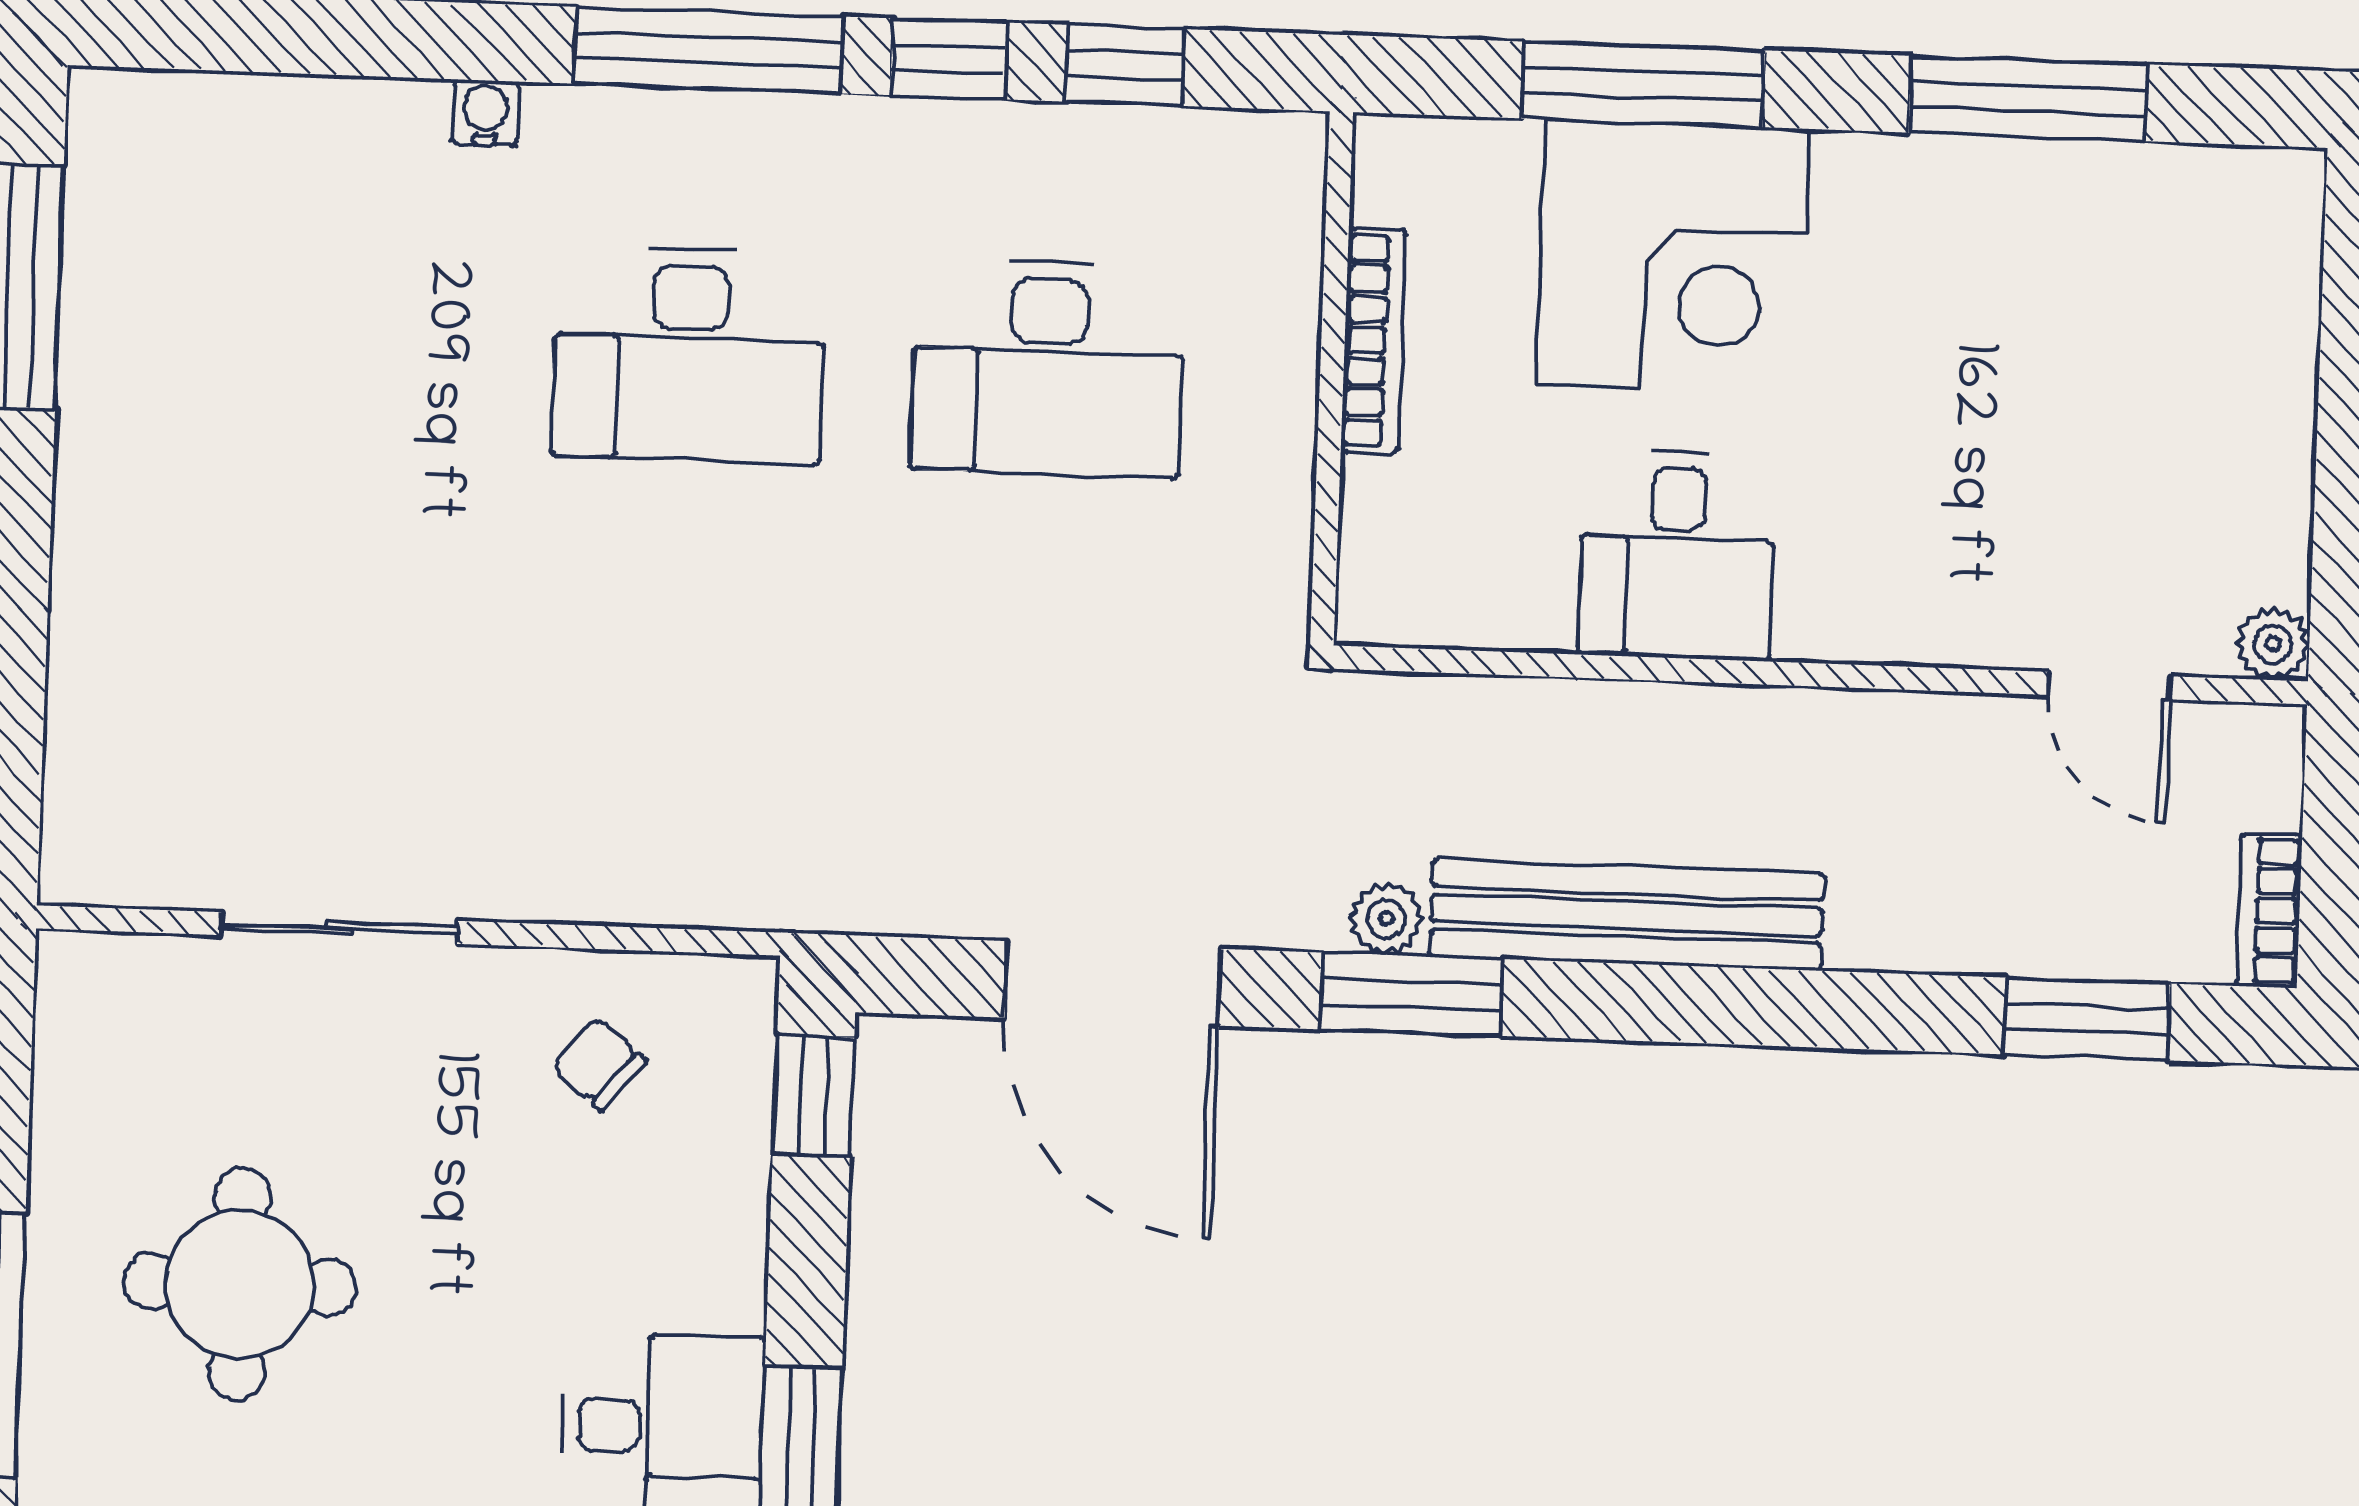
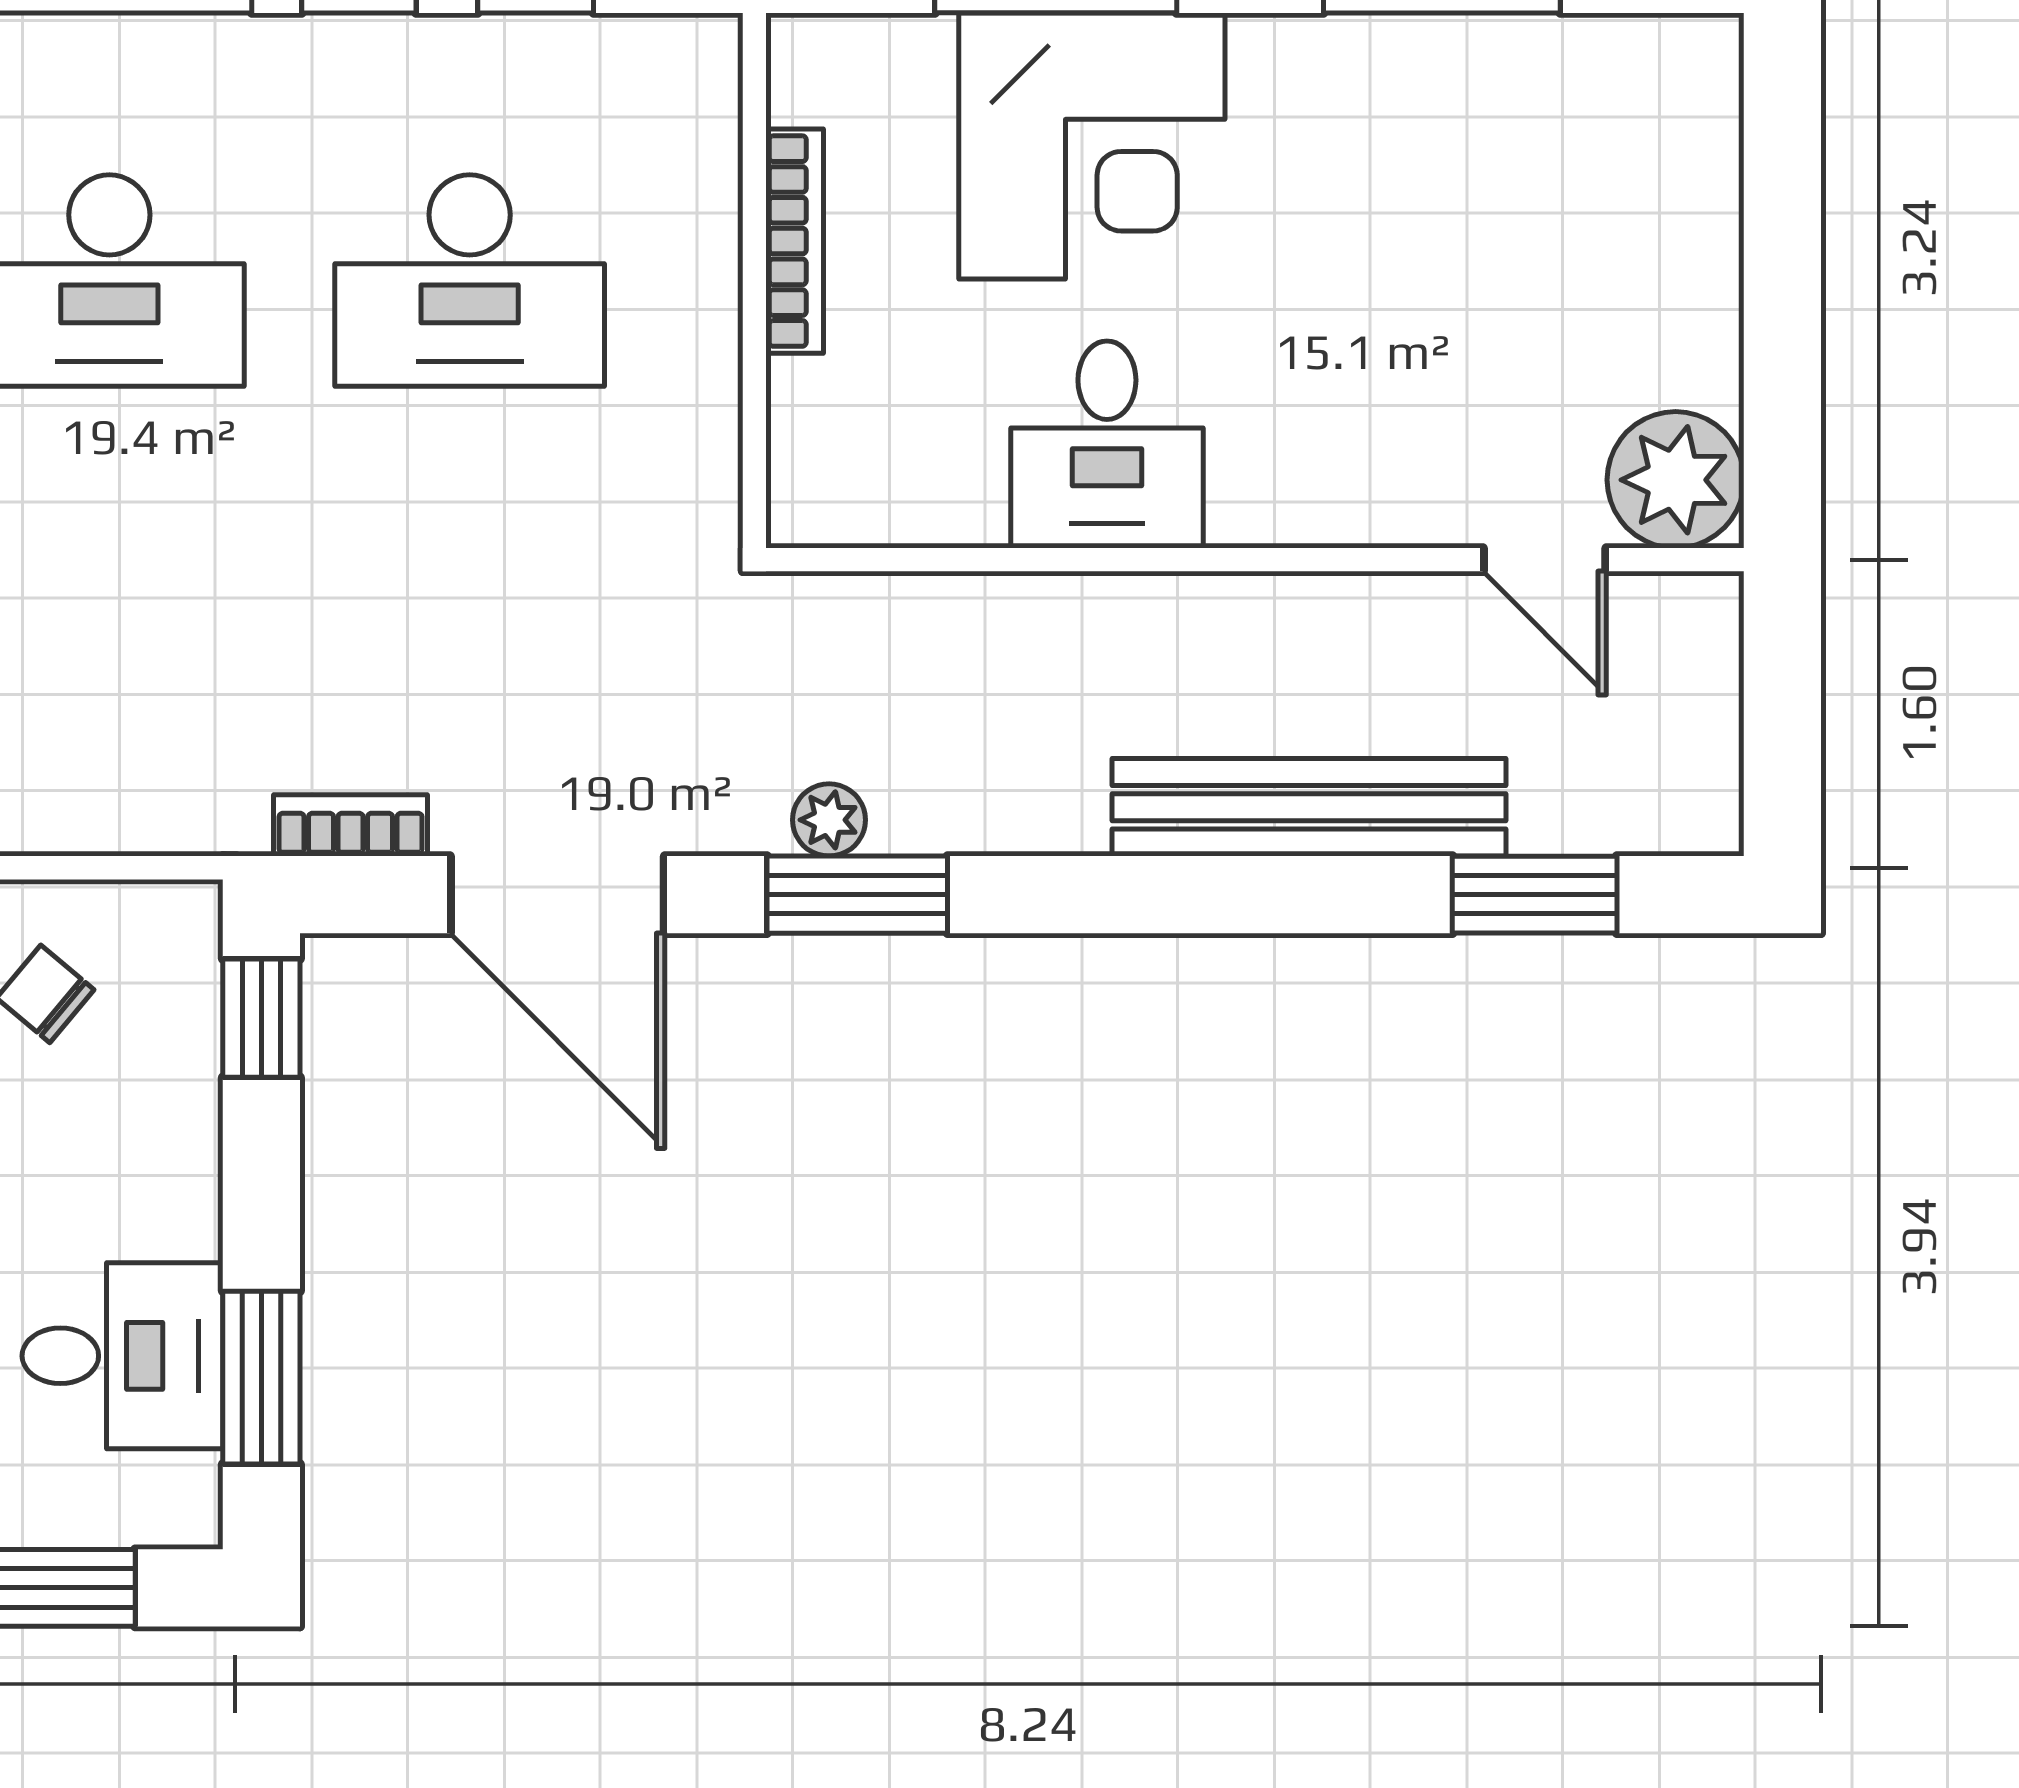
plant: (2273, 644) -> (1676, 480), width x1.87, depth x1.87
bookcase: (2269, 911) -> (351, 825), moved, turned 90
bench: (1627, 915) -> (1309, 807), moved

